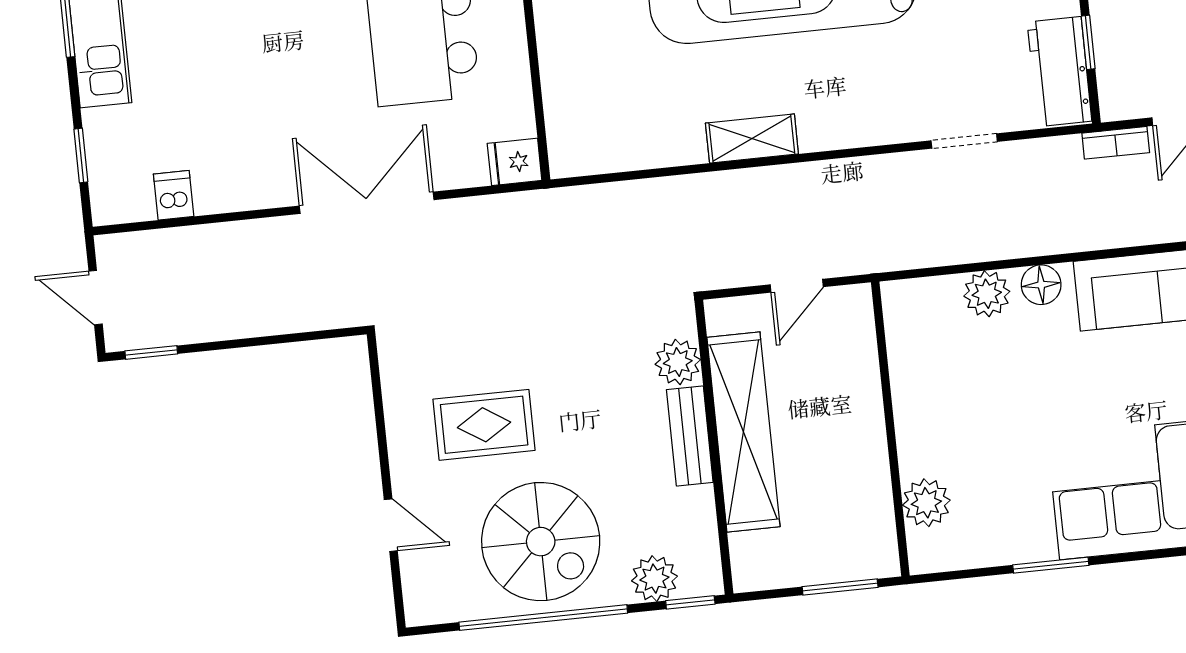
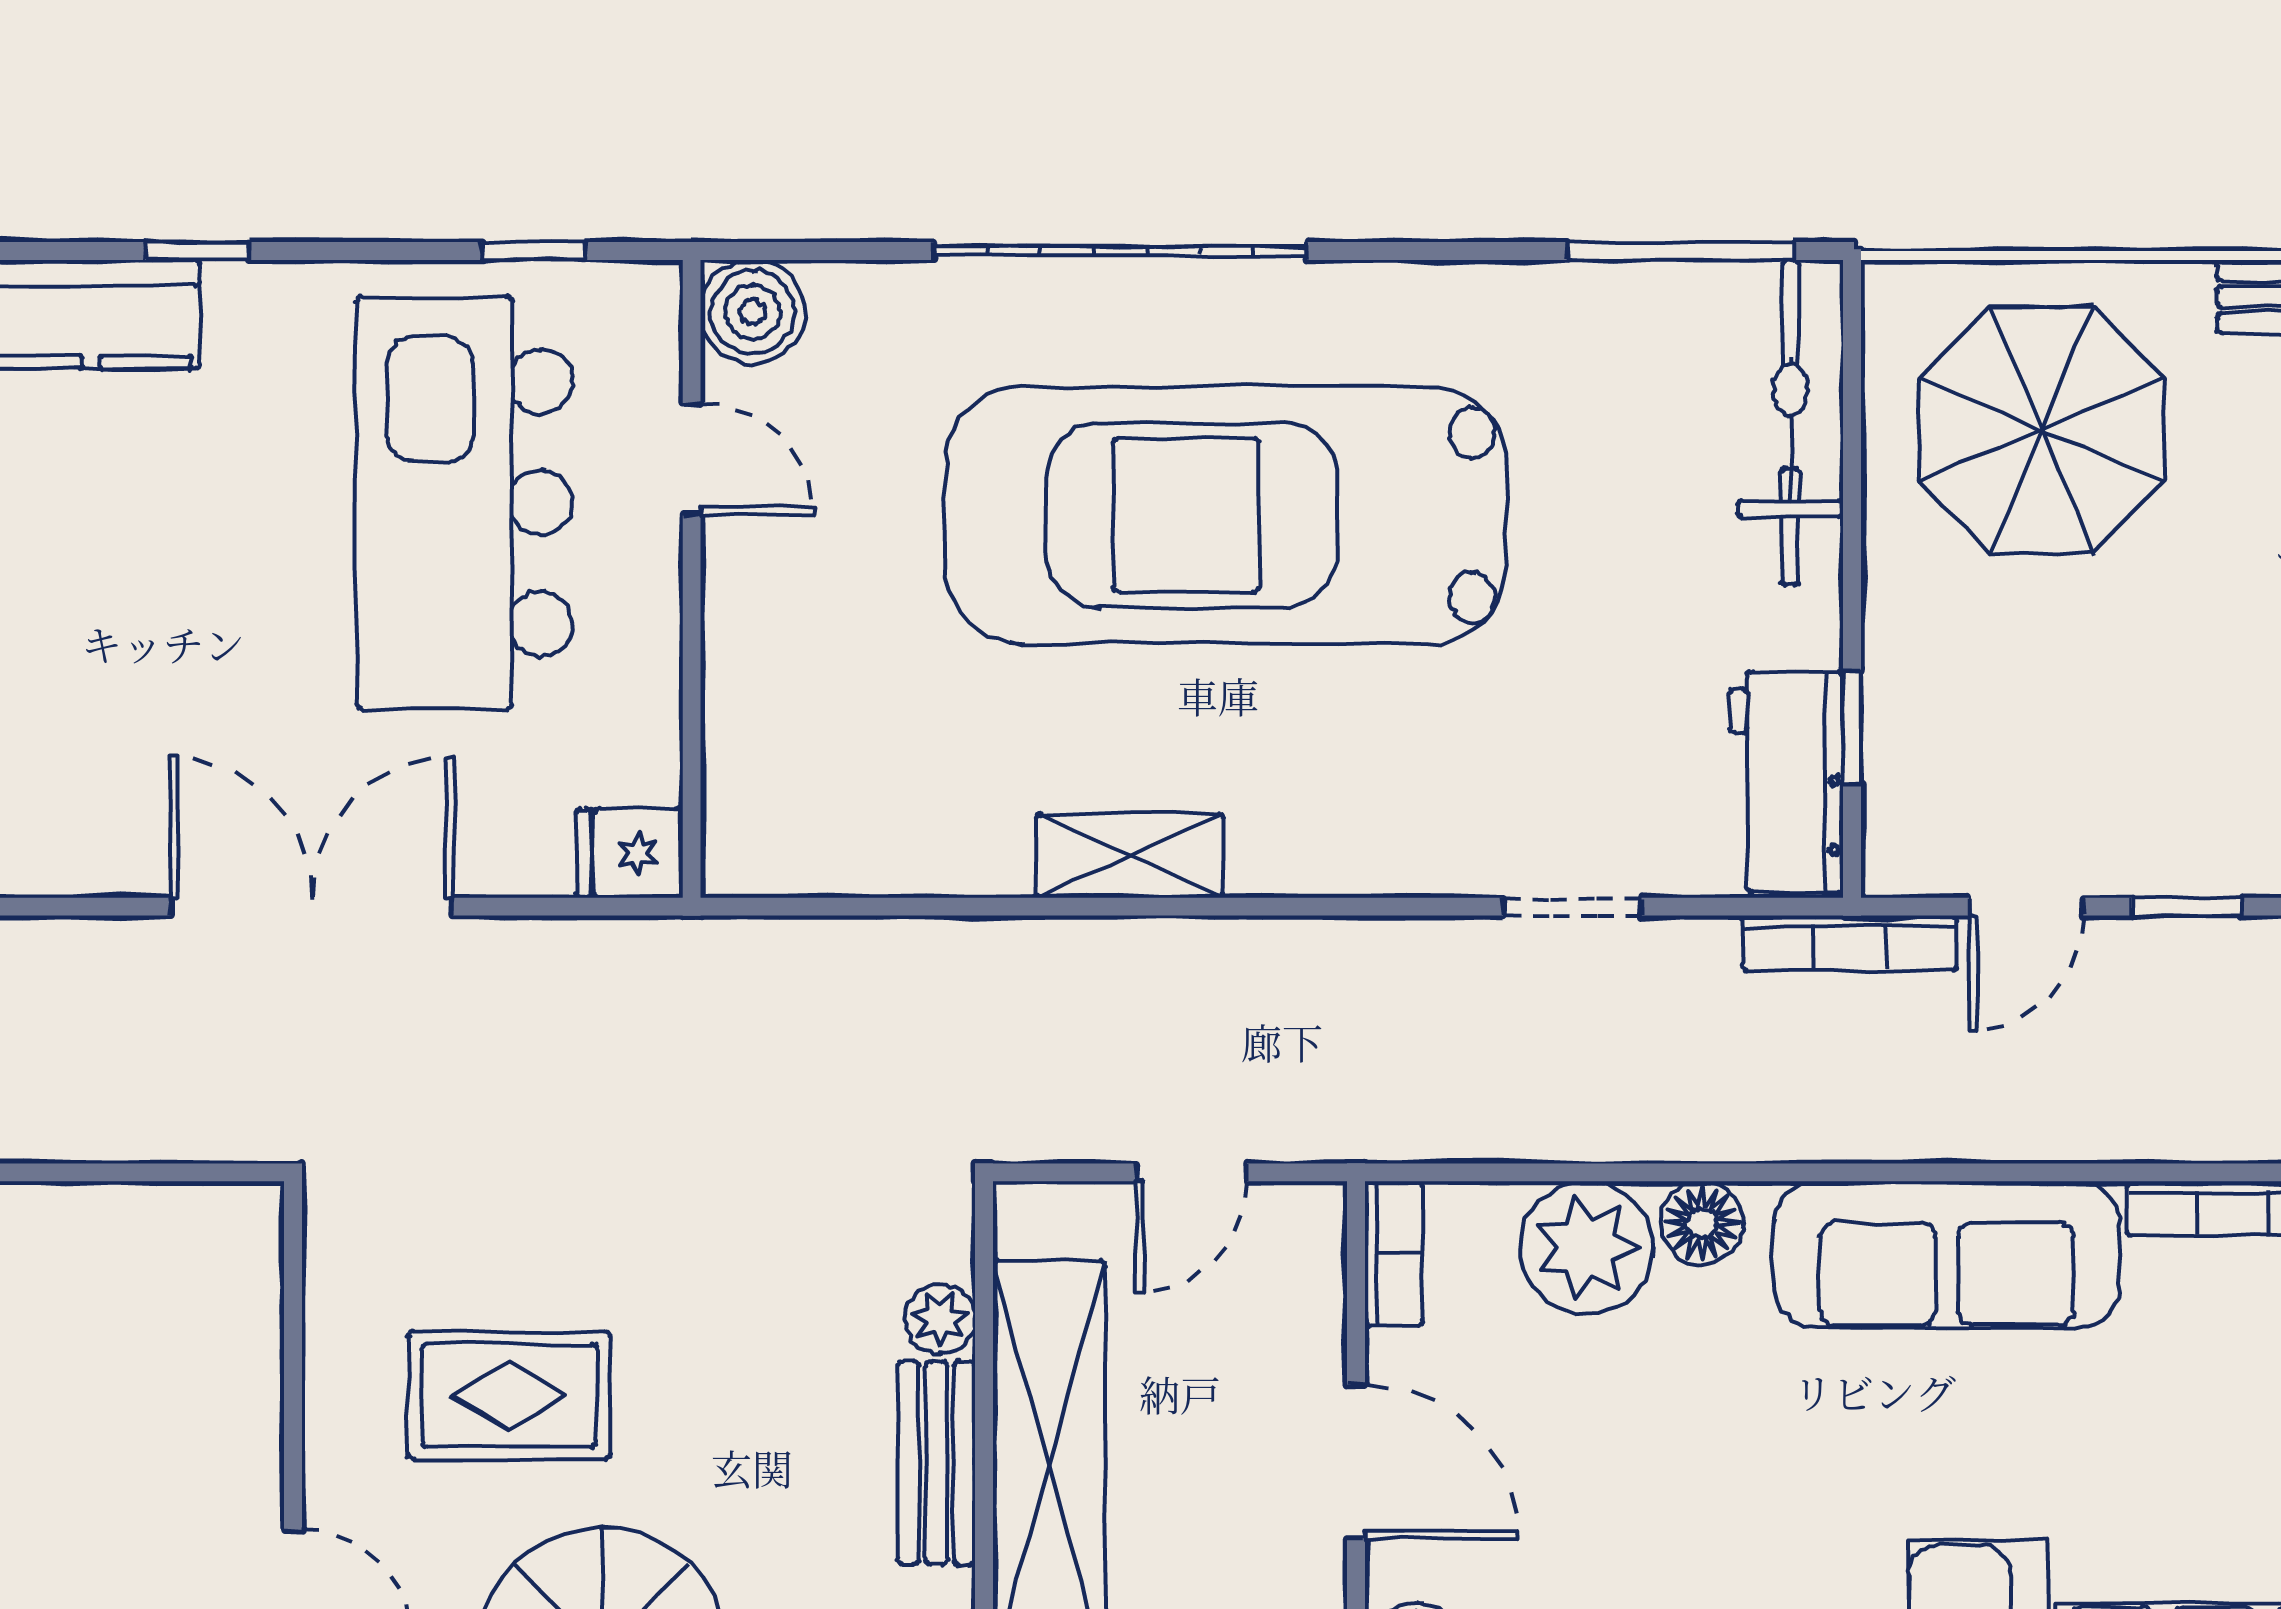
bookcase: (1116, 143) -> (1849, 943), width x1.56
plant: (987, 294) -> (1587, 1248), width x1.36, depth x1.36
bookcase: (897, 314) -> (1394, 1254), added
plant: (678, 362) -> (940, 1319), width x0.73, depth x0.73
door: (889, 415) -> (1356, 1461), added

